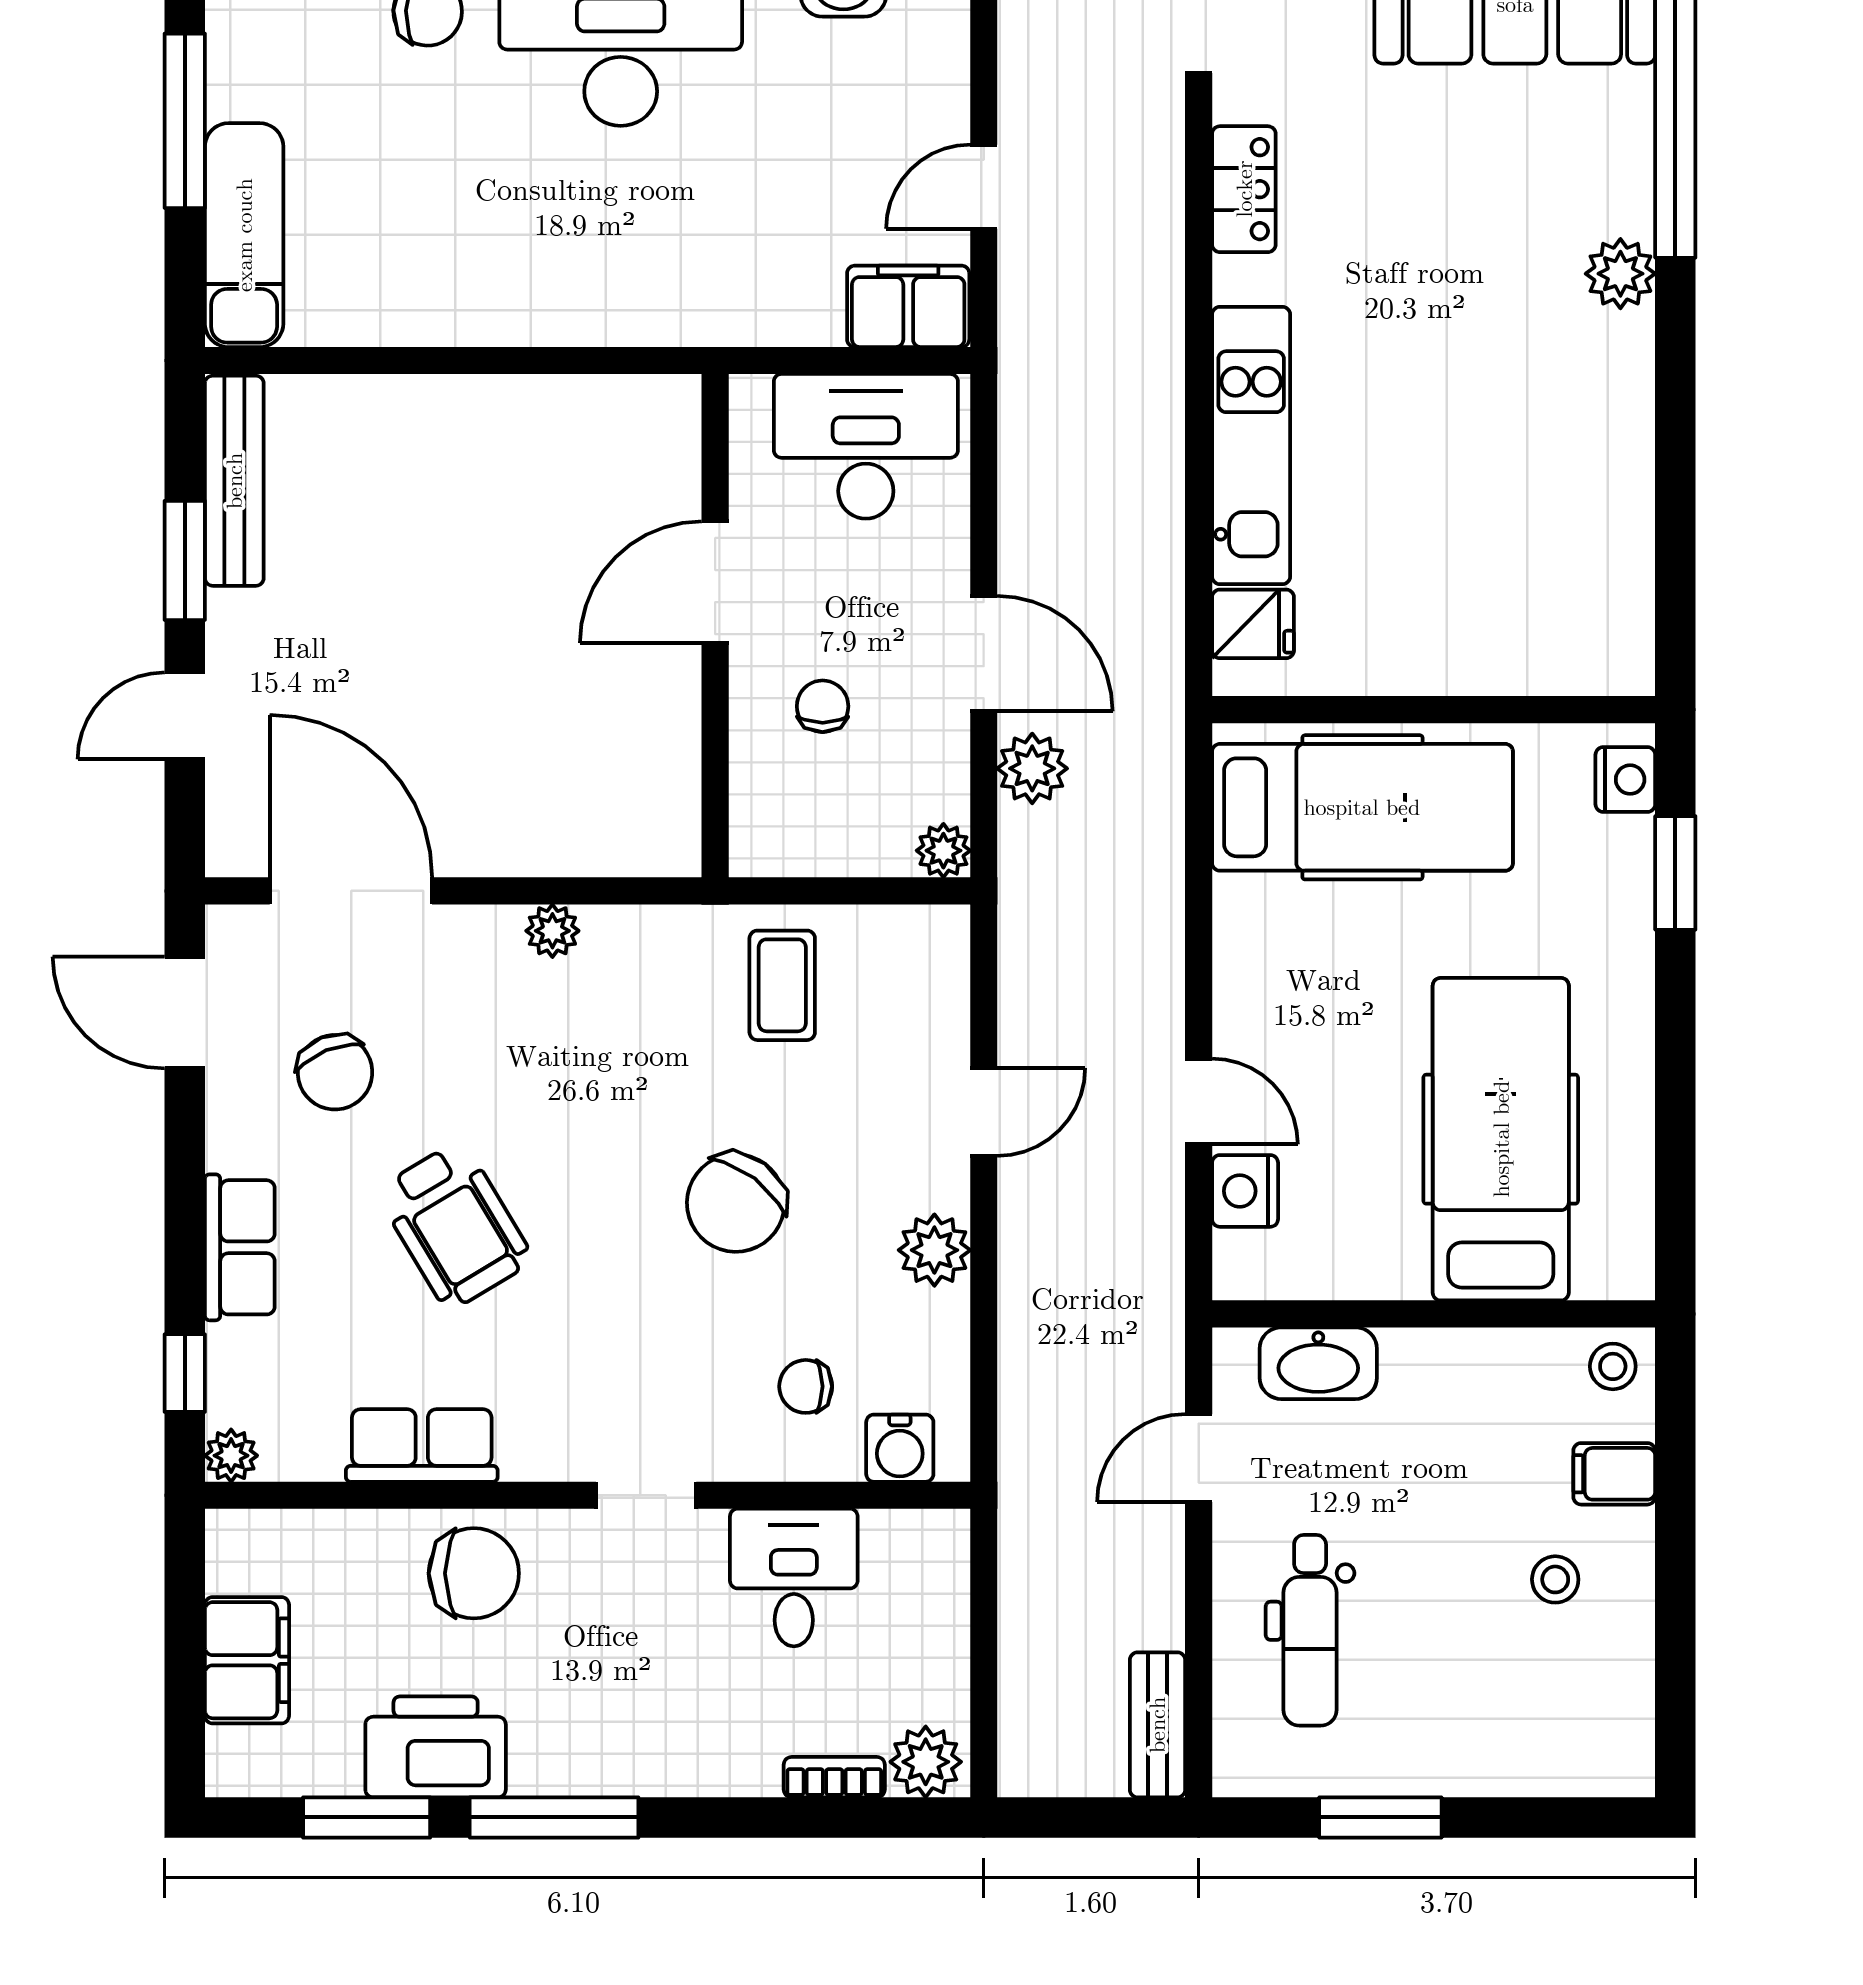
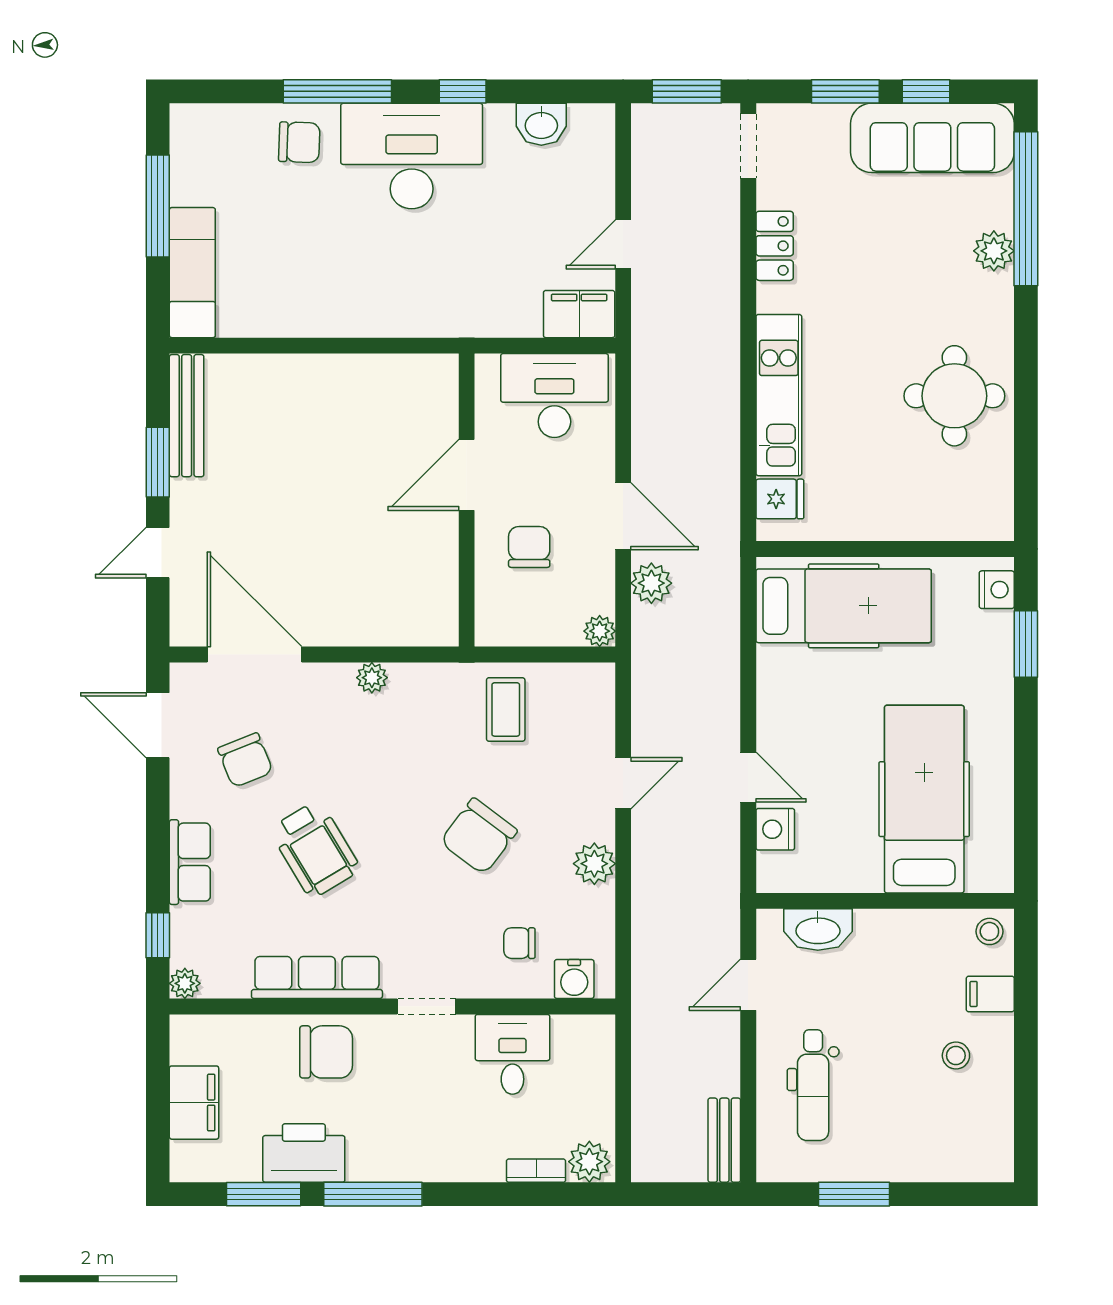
plant: (1620, 274) -> (994, 251), moved
round table: (1553, 447) -> (954, 396), added
chair: (823, 706) -> (529, 547), width x1.37, depth x1.37
row of seats: (422, 1445) -> (317, 977), width x1.48

